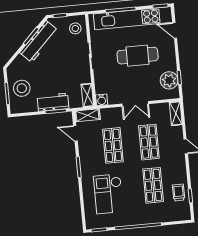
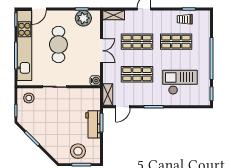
workbench: (39, 41) -> (37, 132), removed
shelving: (87, 95) -> (90, 93), removed
checkout: (108, 194) -> (180, 82), turned 180

